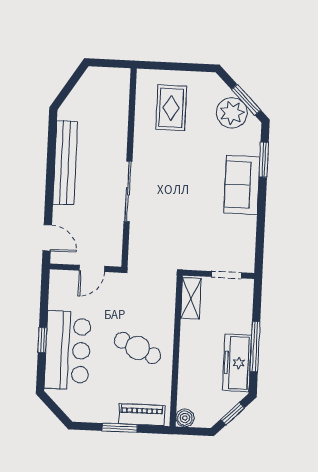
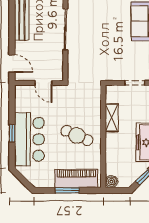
door: (92, 268) -> (43, 83), hinge flipped
shelving: (191, 298) -> (112, 118), moved
piano: (142, 415) -> (76, 178), width x1.37, depth x1.33

